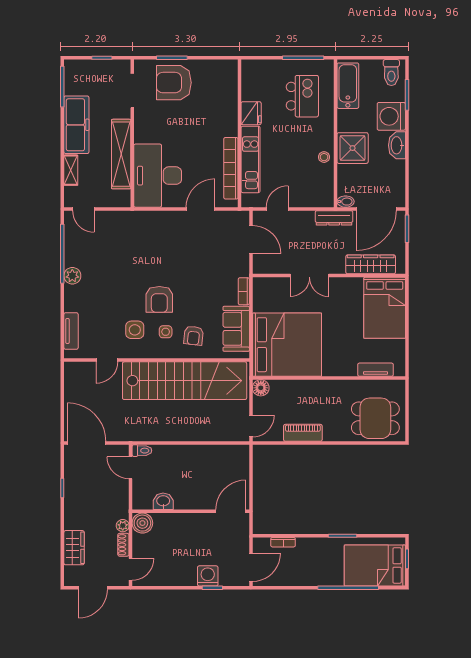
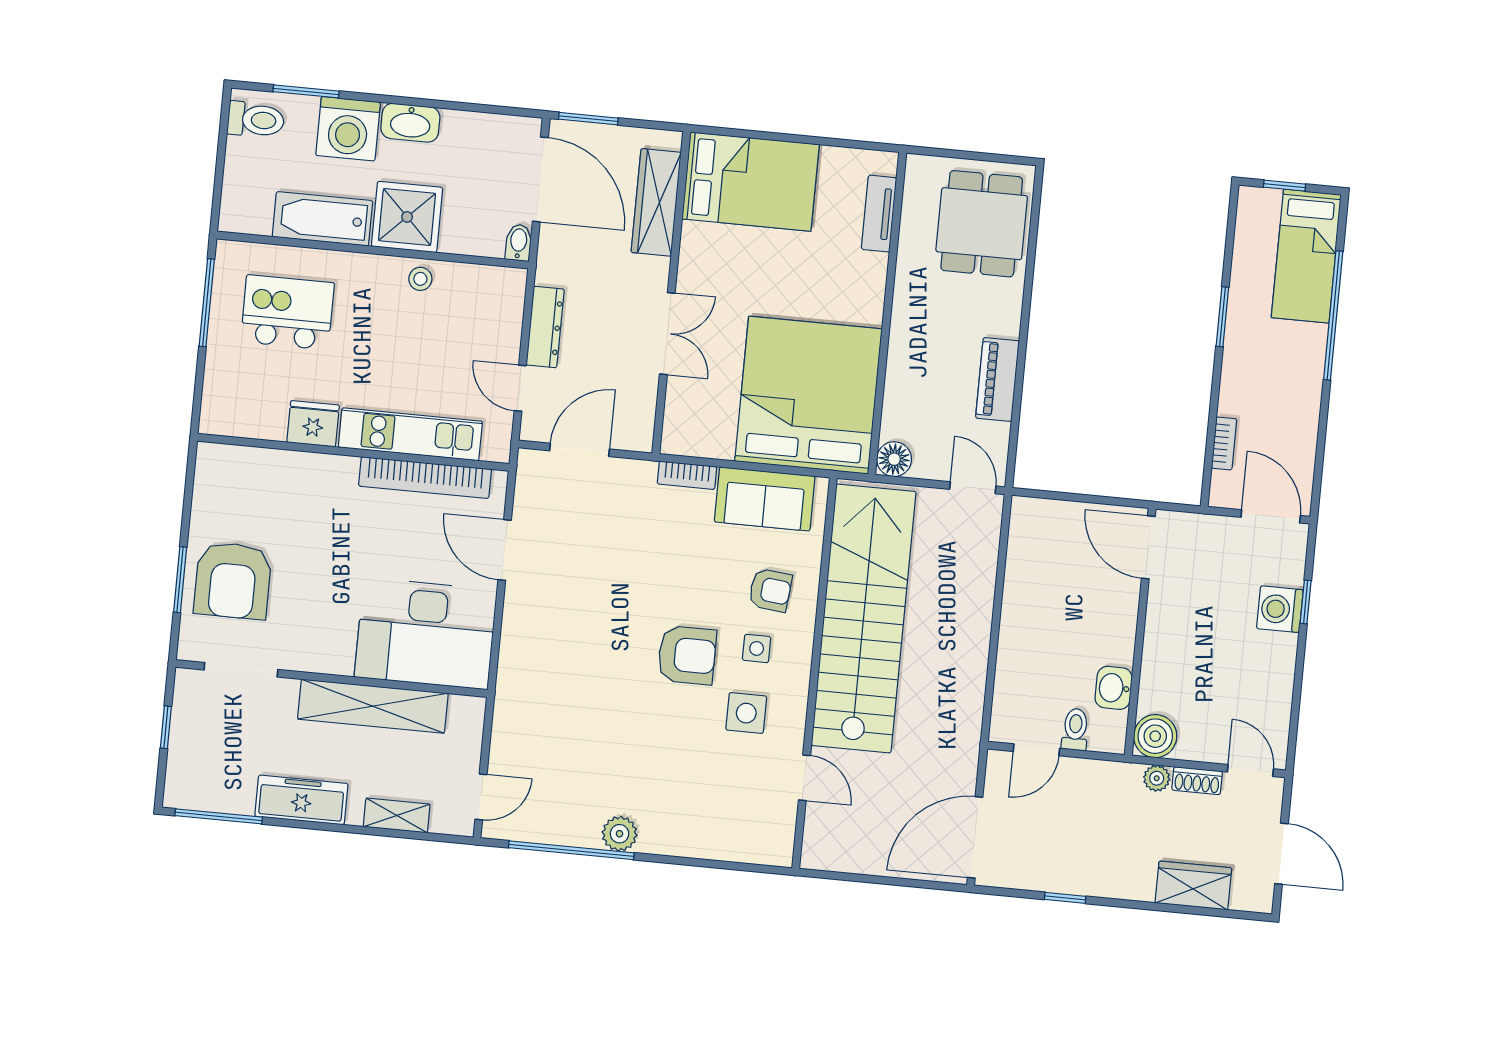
bathtub: (348, 86) -> (322, 219), moved
freezer: (76, 125) -> (301, 800), width x0.73, depth x0.79
dresser: (334, 218) -> (545, 327), moved
tv unit: (71, 331) -> (736, 848), removed
toilet: (142, 451) -> (1075, 729), moved
bed: (375, 565) -> (1306, 256), width x0.67

